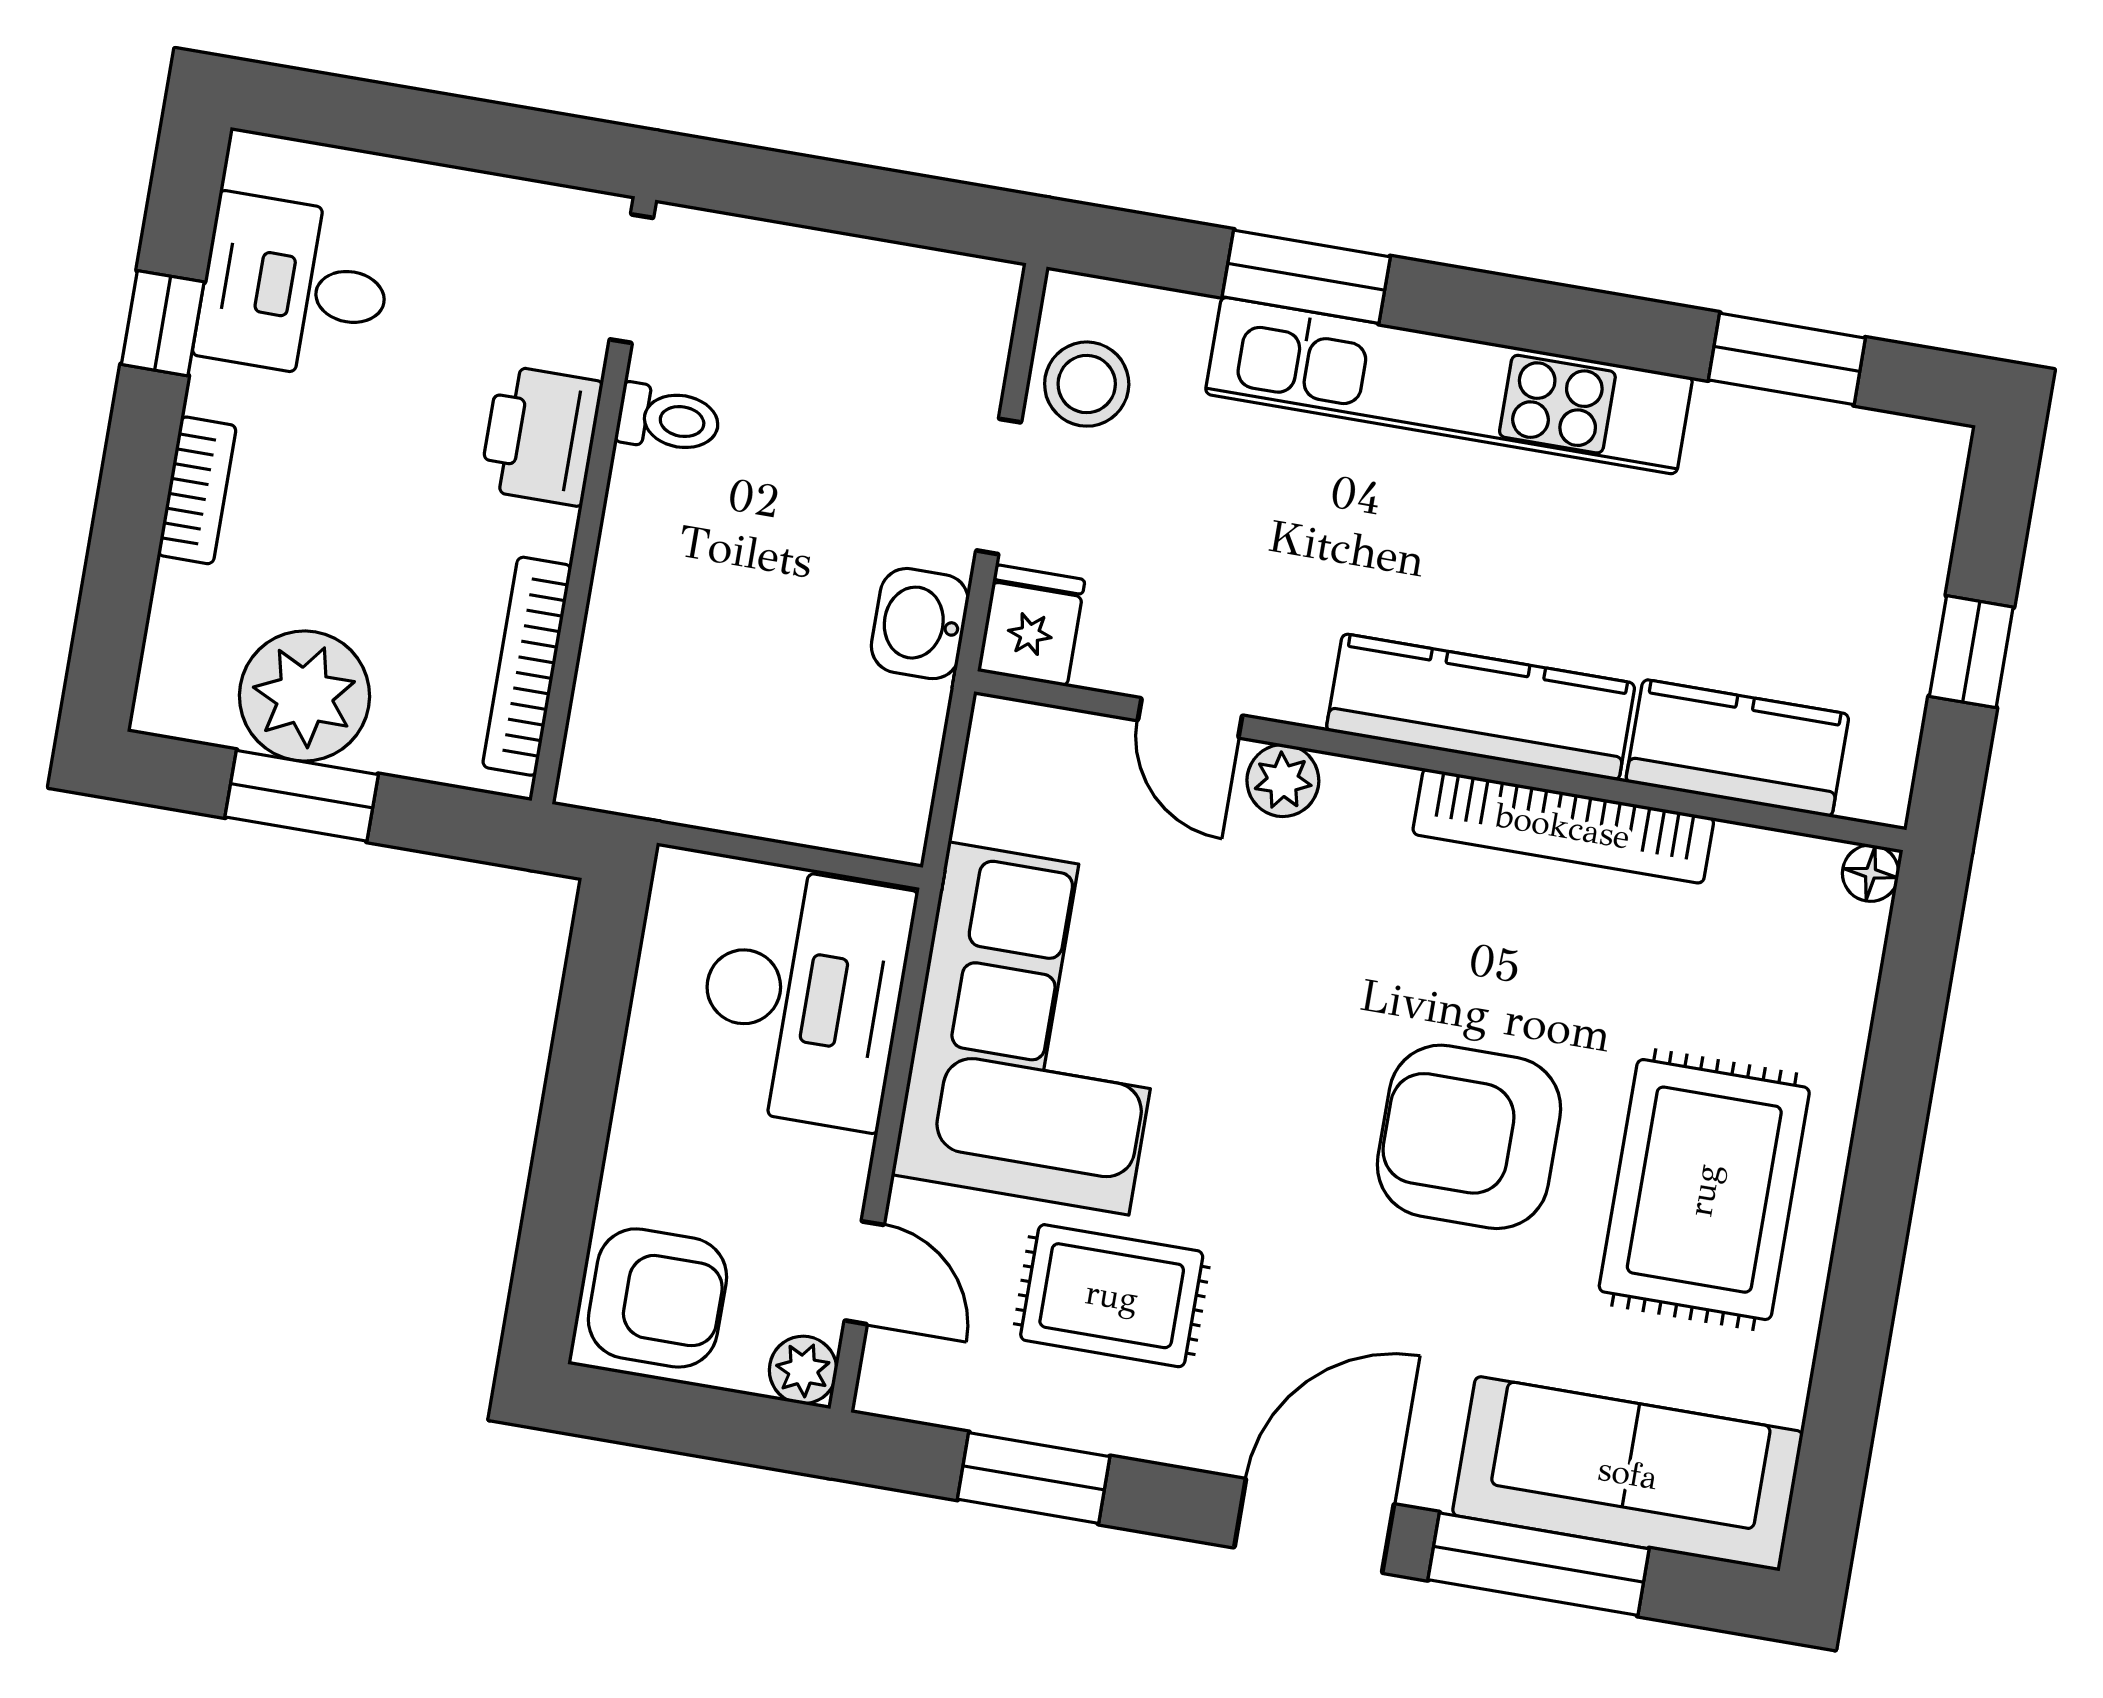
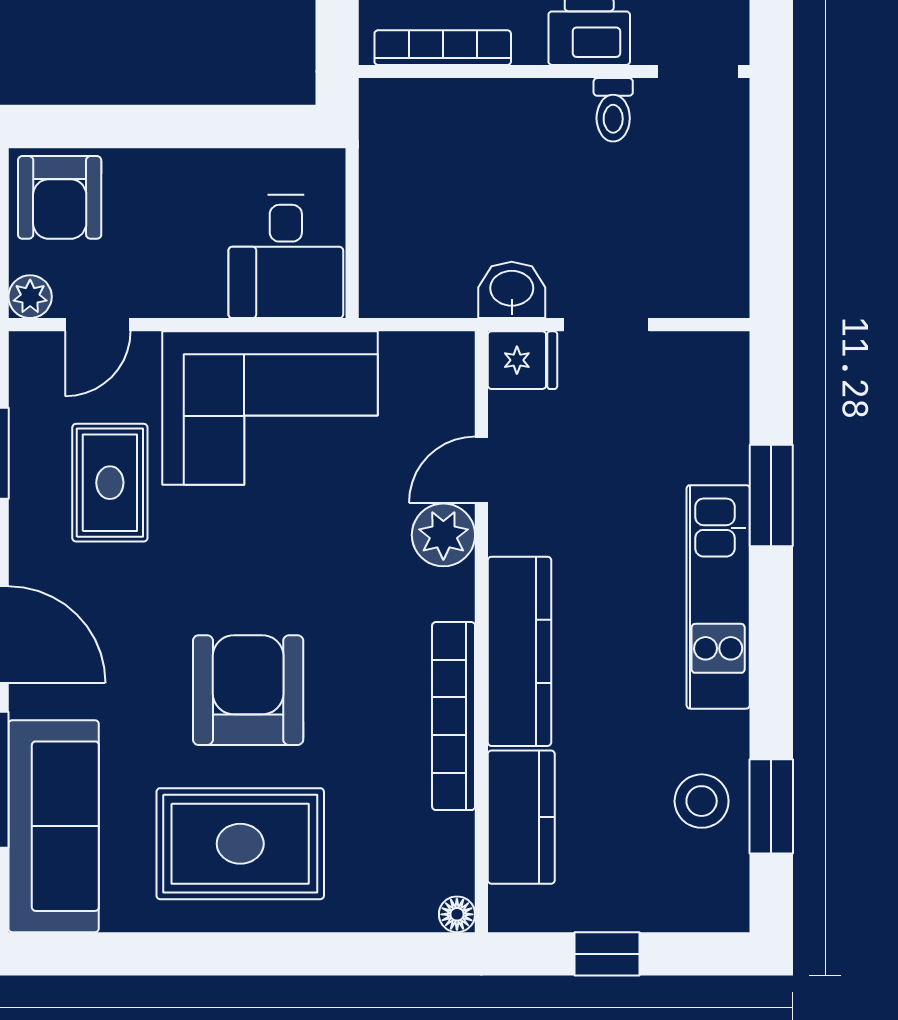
stool: (1087, 384) -> (702, 801), moved
kitchen unit: (1449, 386) -> (718, 597), width x0.73
plant: (1283, 781) -> (443, 535), width x1.38, depth x1.38
desk: (803, 997) -> (286, 257), width x0.73

